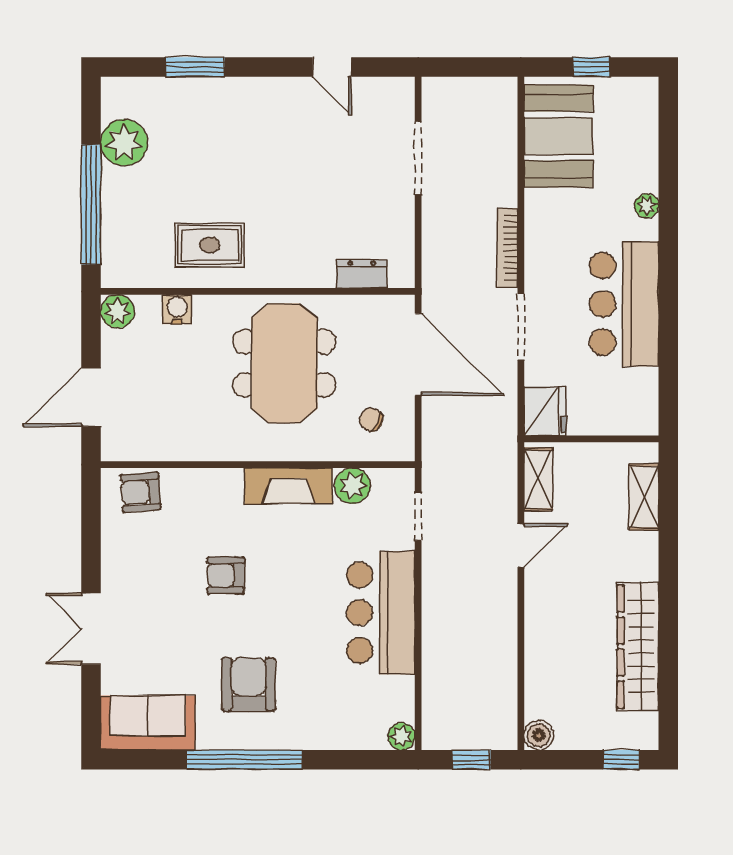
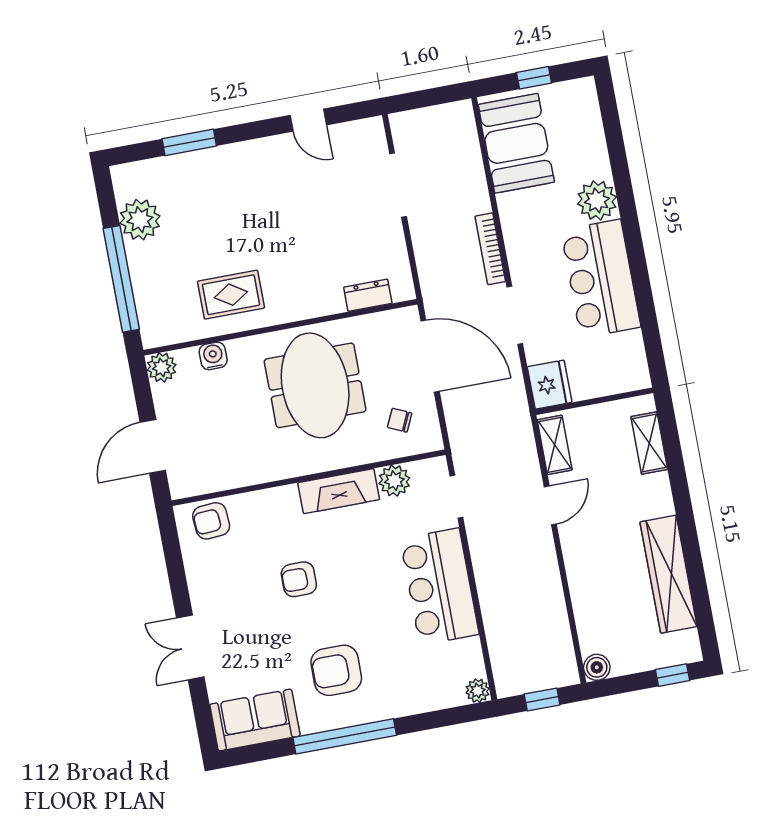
plant: (647, 206) -> (597, 200), width x1.88, depth x1.88
armchair: (249, 684) -> (336, 670), turned -90

